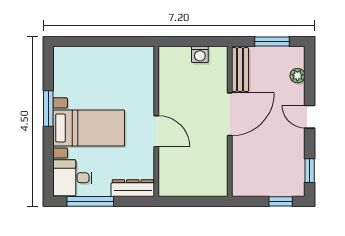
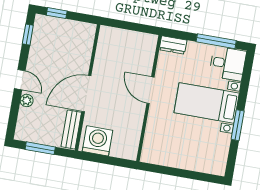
washing machine: (200, 54) -> (98, 141), width x1.89, depth x1.89
plant: (297, 76) -> (27, 100), moved
dresser: (133, 188) -> (173, 45), width x0.70

